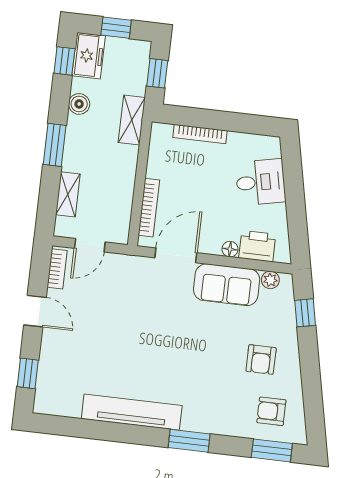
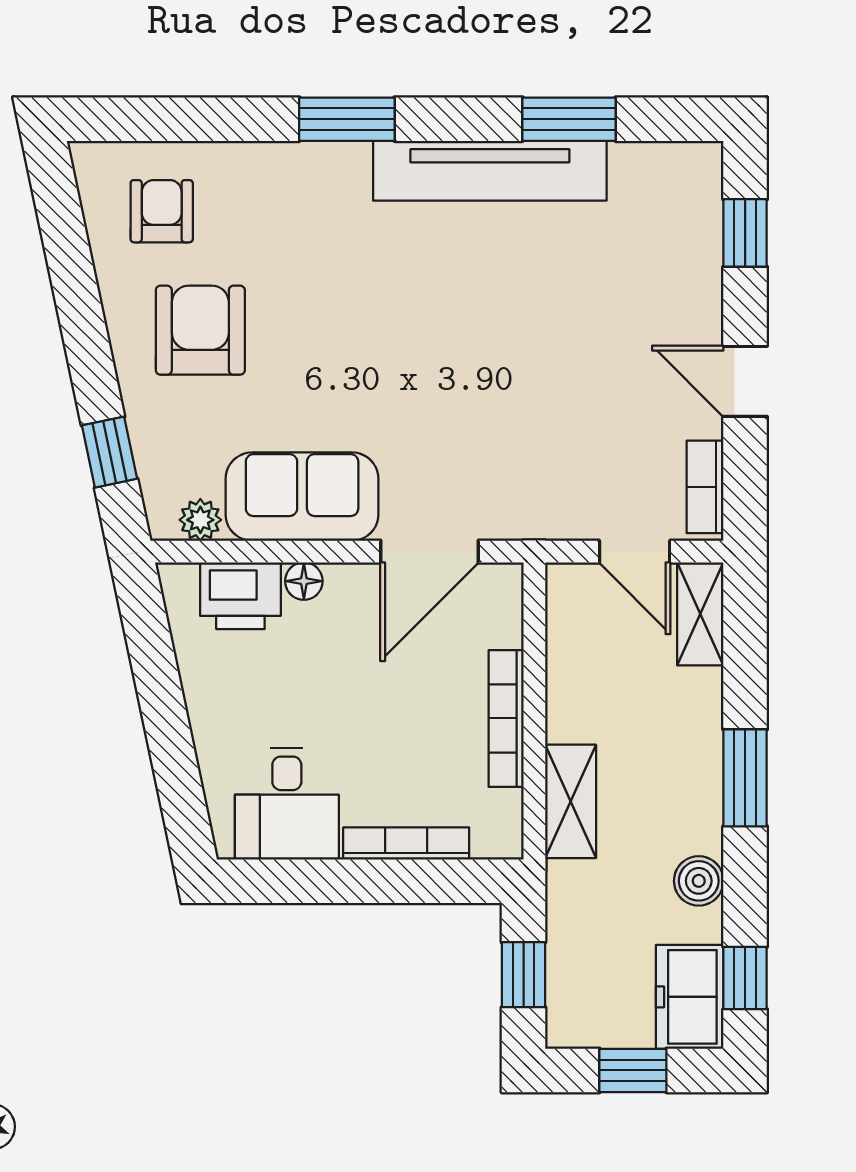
shelving: (132, 120) -> (571, 801), moved
desk: (260, 182) -> (287, 804), moved, turned -78
shelving: (68, 194) -> (700, 614), moved
bookcase: (149, 208) -> (506, 718), moved
door: (90, 245) -> (635, 552), swing flipped
armchair: (261, 359) -> (200, 330), width x1.38, depth x1.38
armchair: (271, 411) -> (162, 211), turned -90
window: (272, 450) -> (569, 119), moved

